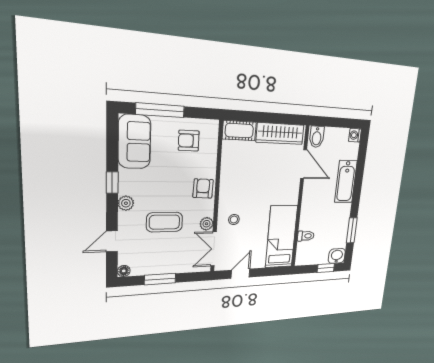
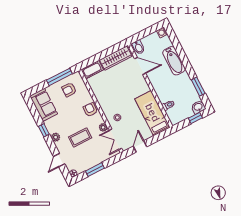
window: (160, 110) -> (59, 77), moved

